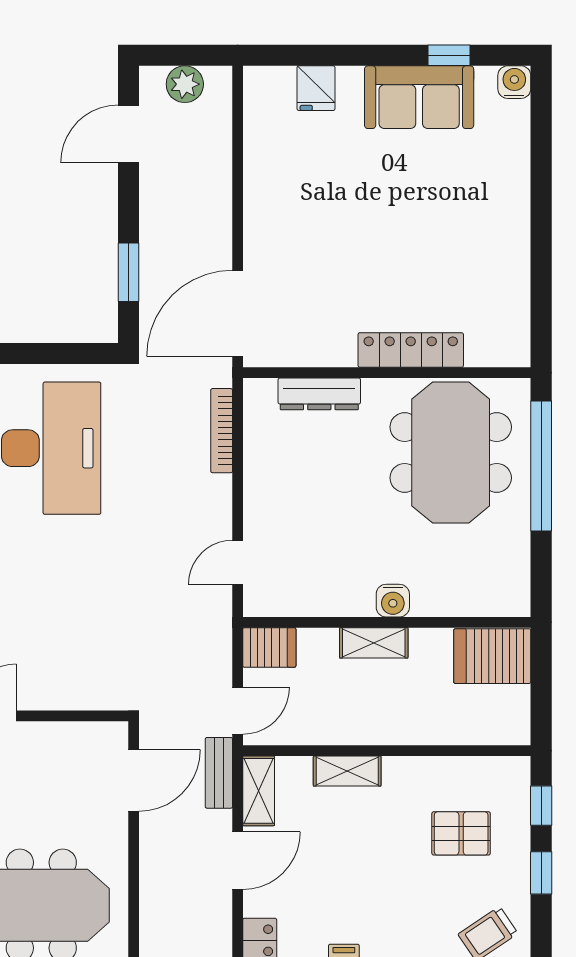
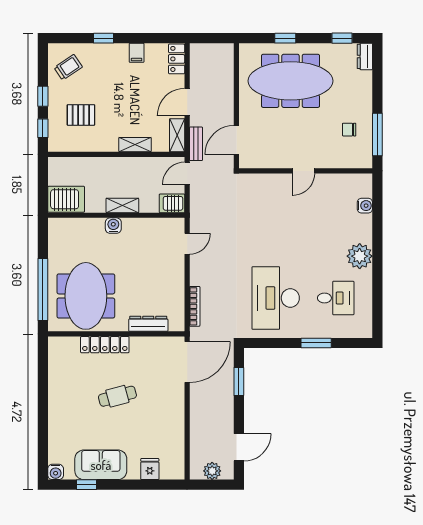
cafe table: (384, 242) -> (117, 396), added

